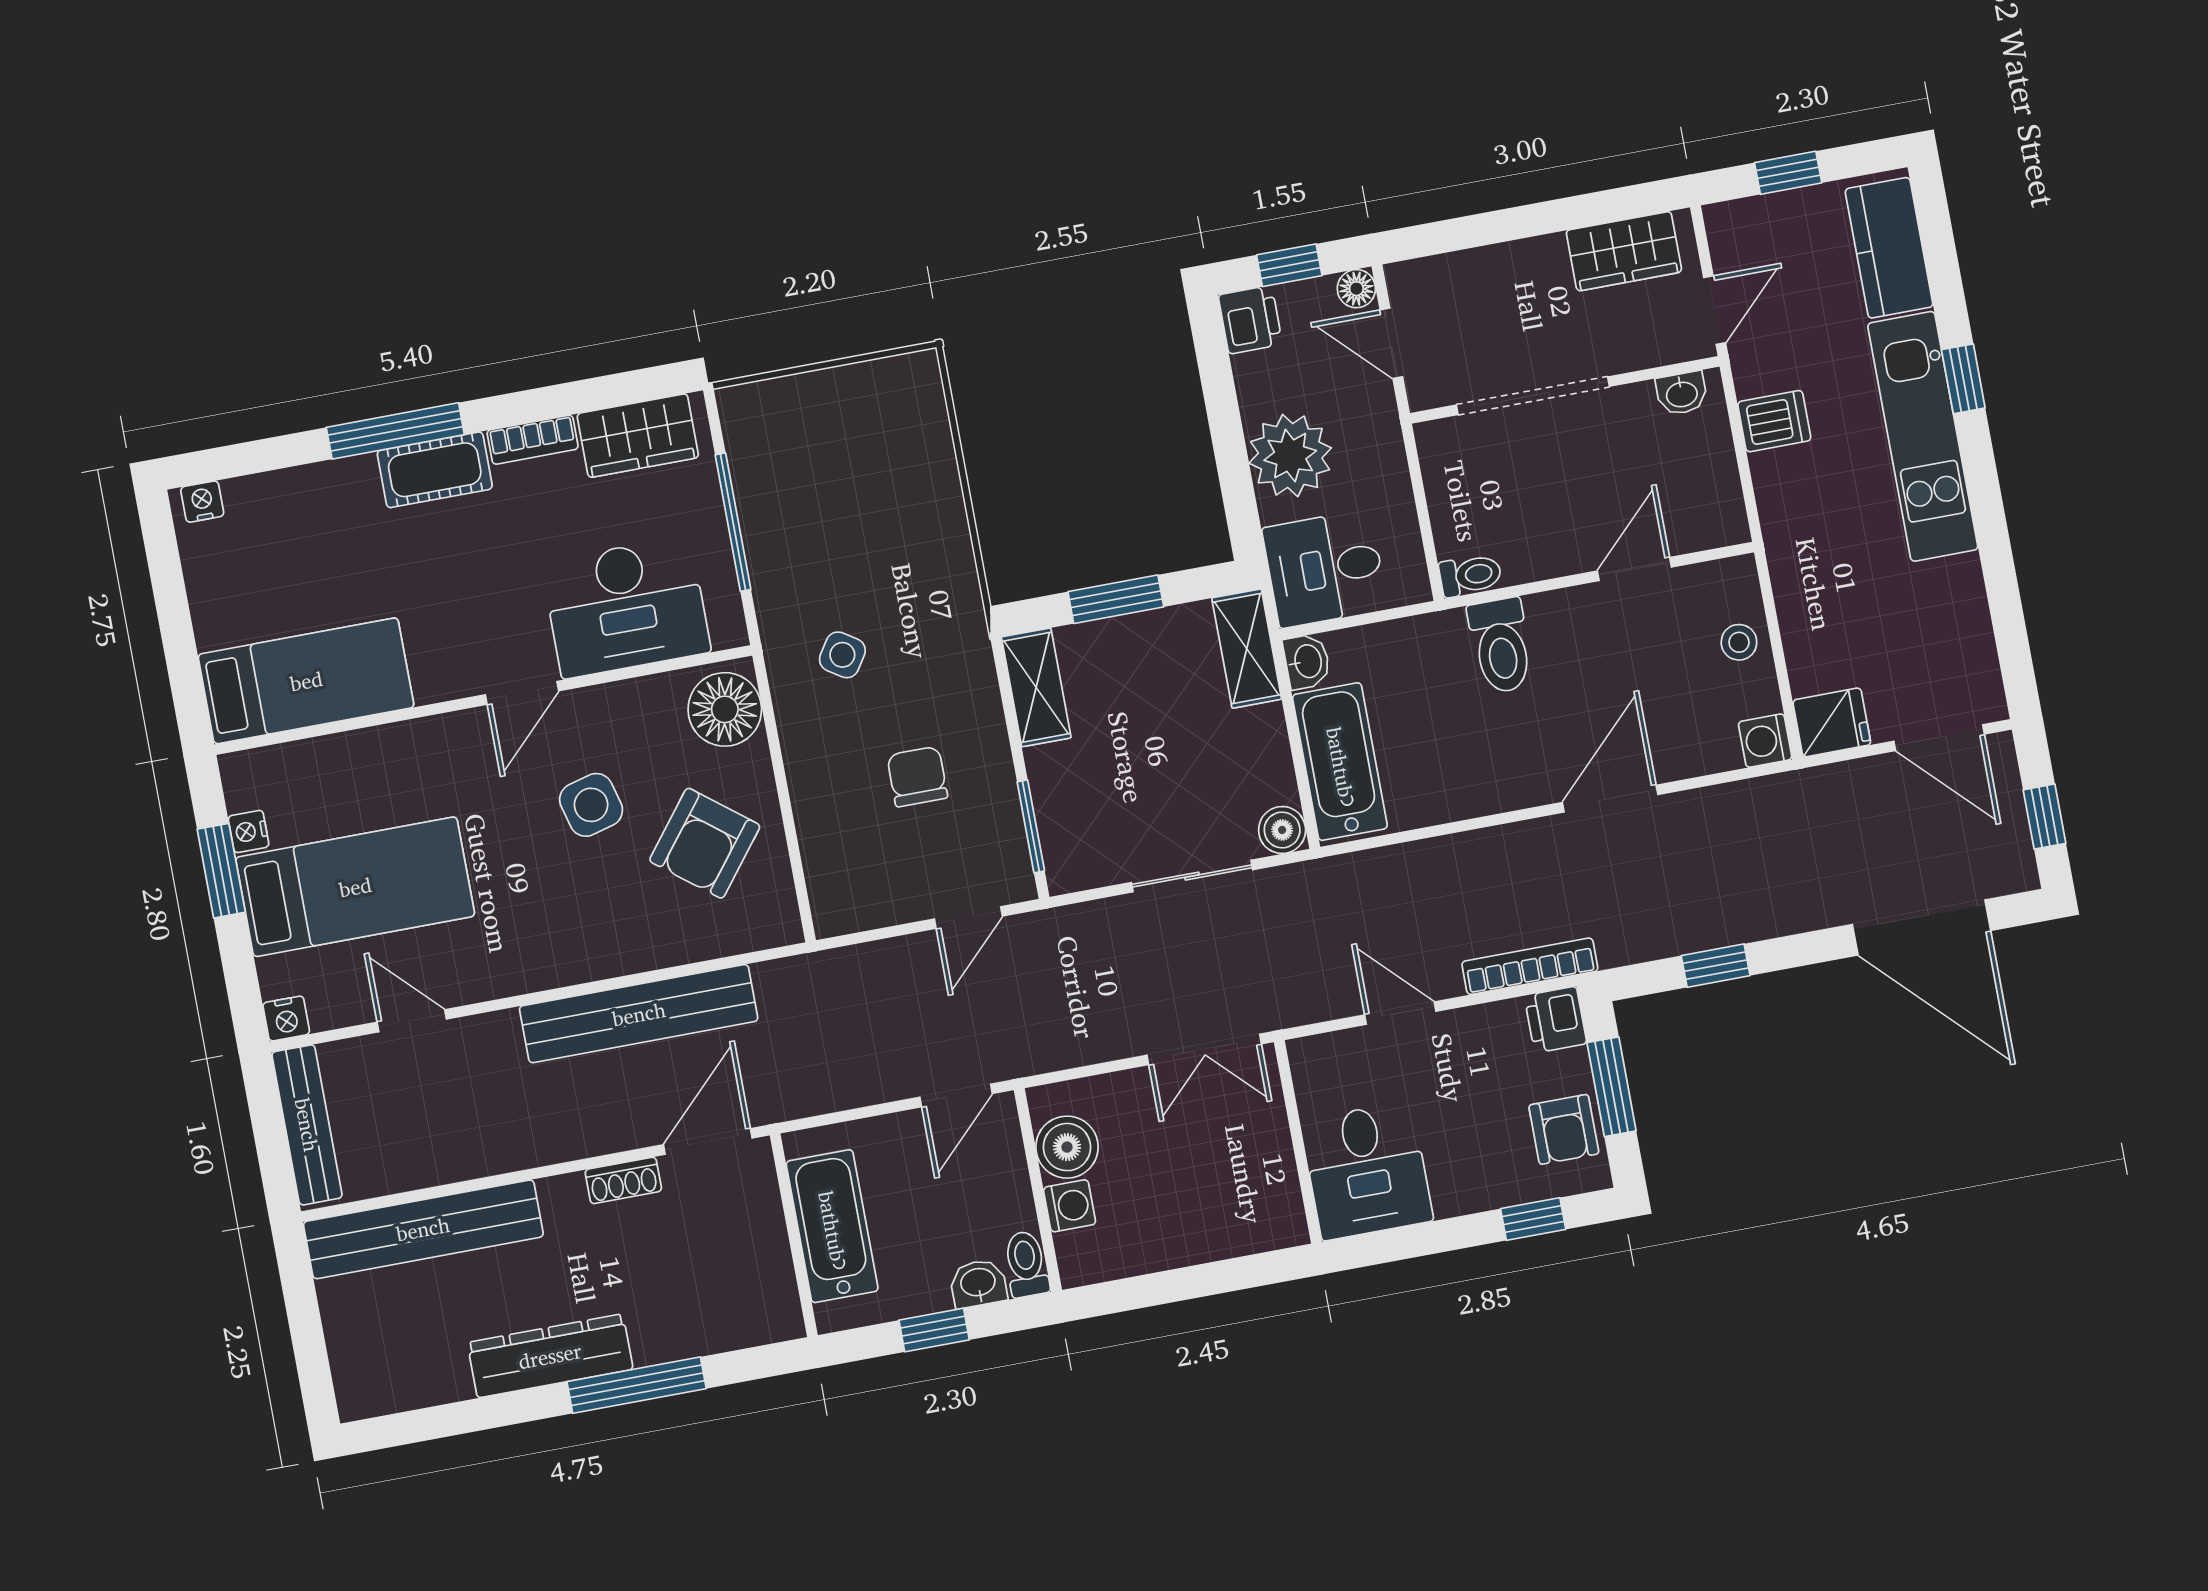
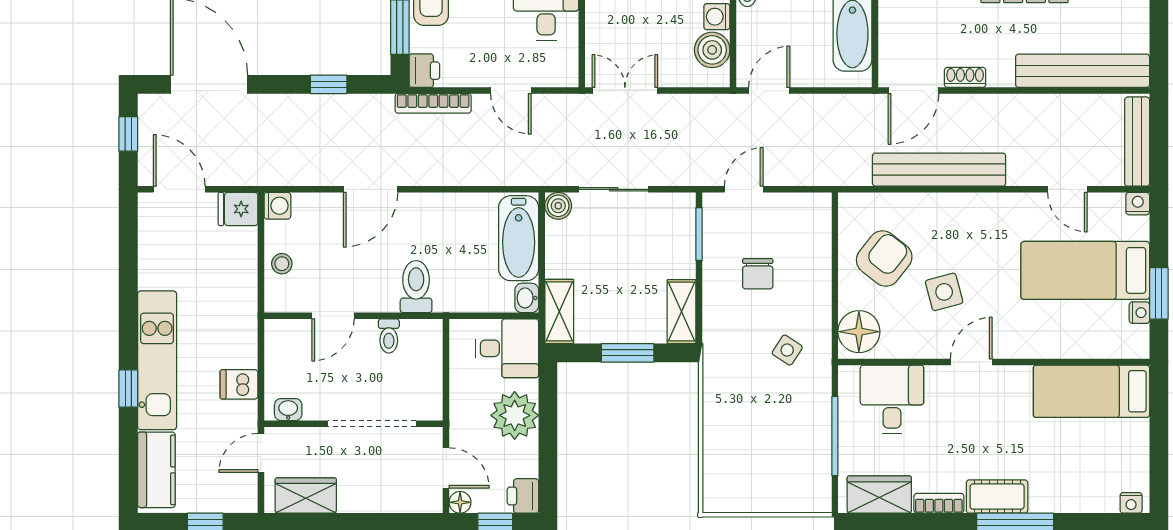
toilet: (1470, 575) -> (389, 336), moved, turned -90
desk: (626, 607) -> (892, 399), width x0.73

